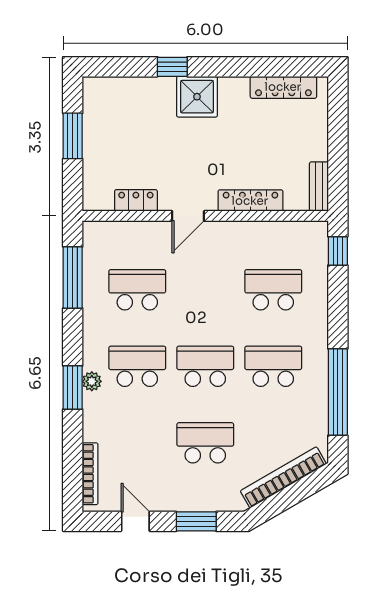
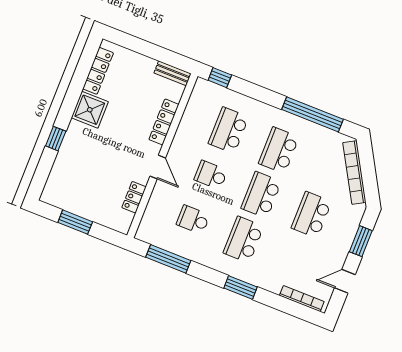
shower: (197, 97) -> (90, 110), moved
school desk: (137, 290) -> (193, 220), width x0.54
school desk: (205, 290) -> (211, 175), added
plant: (92, 381) -> (241, 273), removed

